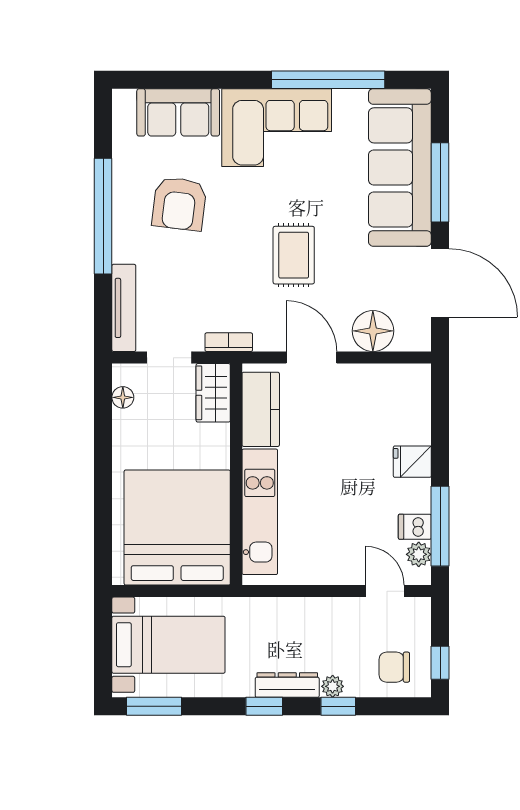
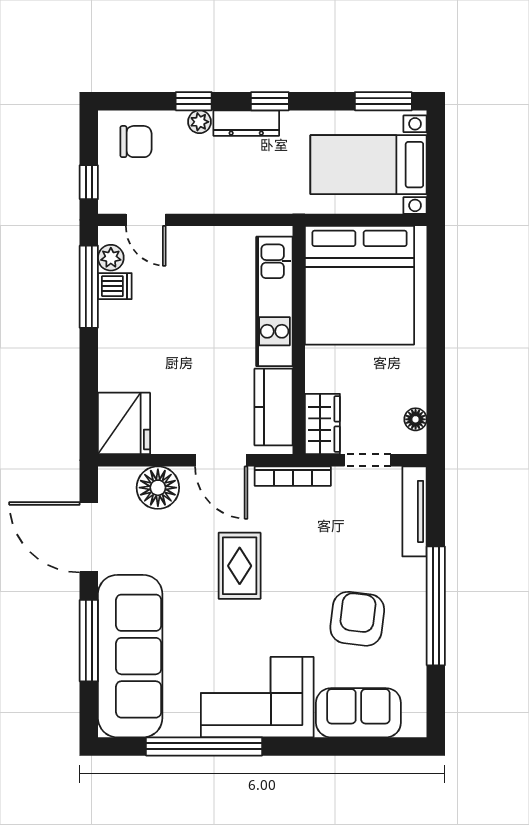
bookcase: (229, 342) -> (293, 476), width x1.56
fridge: (412, 462) -> (124, 423), moved, width x1.88, depth x1.34
window: (440, 663) -> (89, 182), moved

